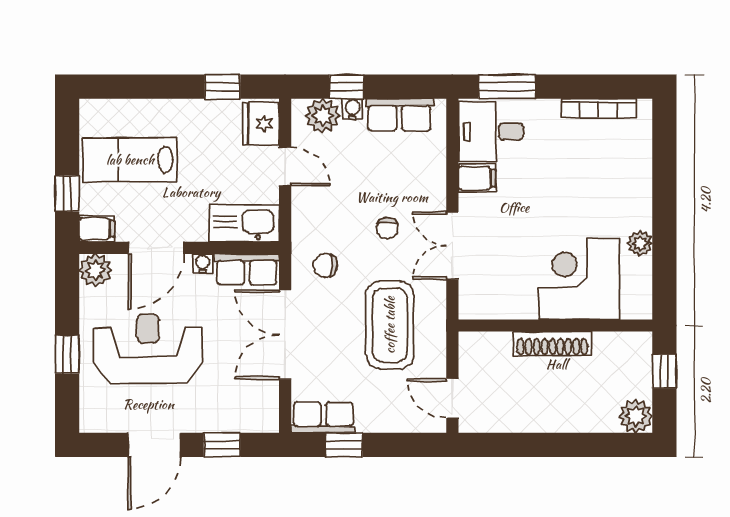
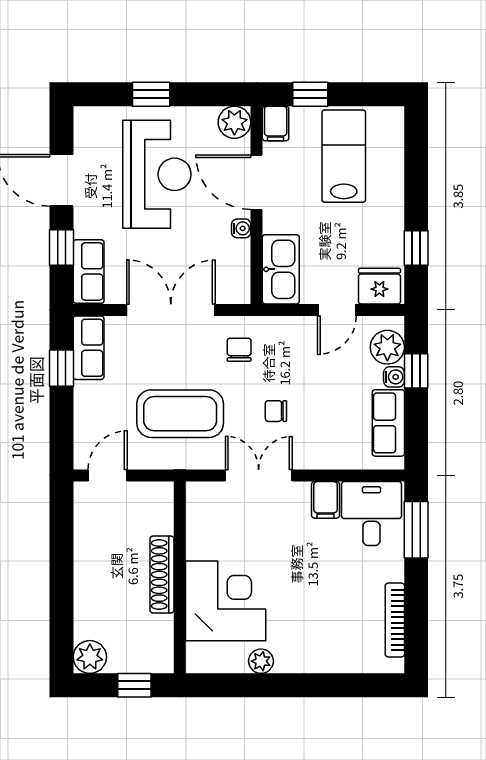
row of seats: (247, 269) -> (89, 271), moved, turned 180

